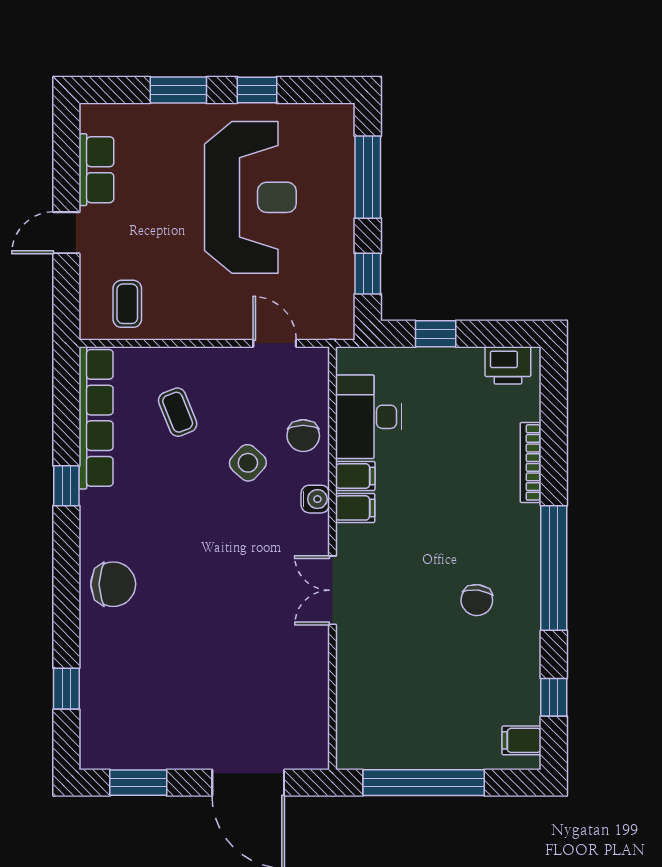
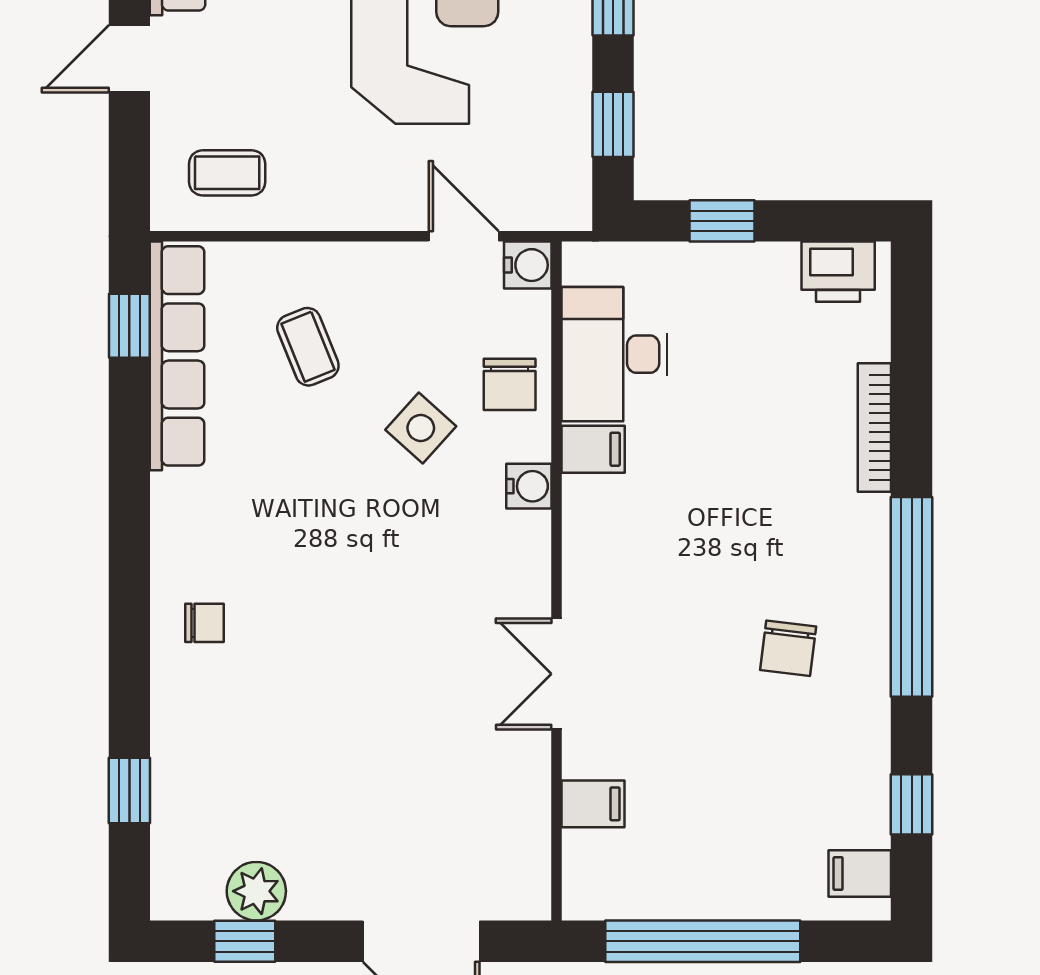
coffee table: (127, 304) -> (227, 173), turned 90
water cooler: (315, 361) -> (528, 265), added
window: (66, 486) -> (129, 326), moved
filing cabinet: (355, 508) -> (593, 804), moved
chair: (113, 584) -> (205, 623), width x0.54, depth x0.54
double door: (332, 590) -> (556, 674), moved
plant: (145, 751) -> (256, 891), added
window: (138, 783) -> (245, 941), width x0.67

